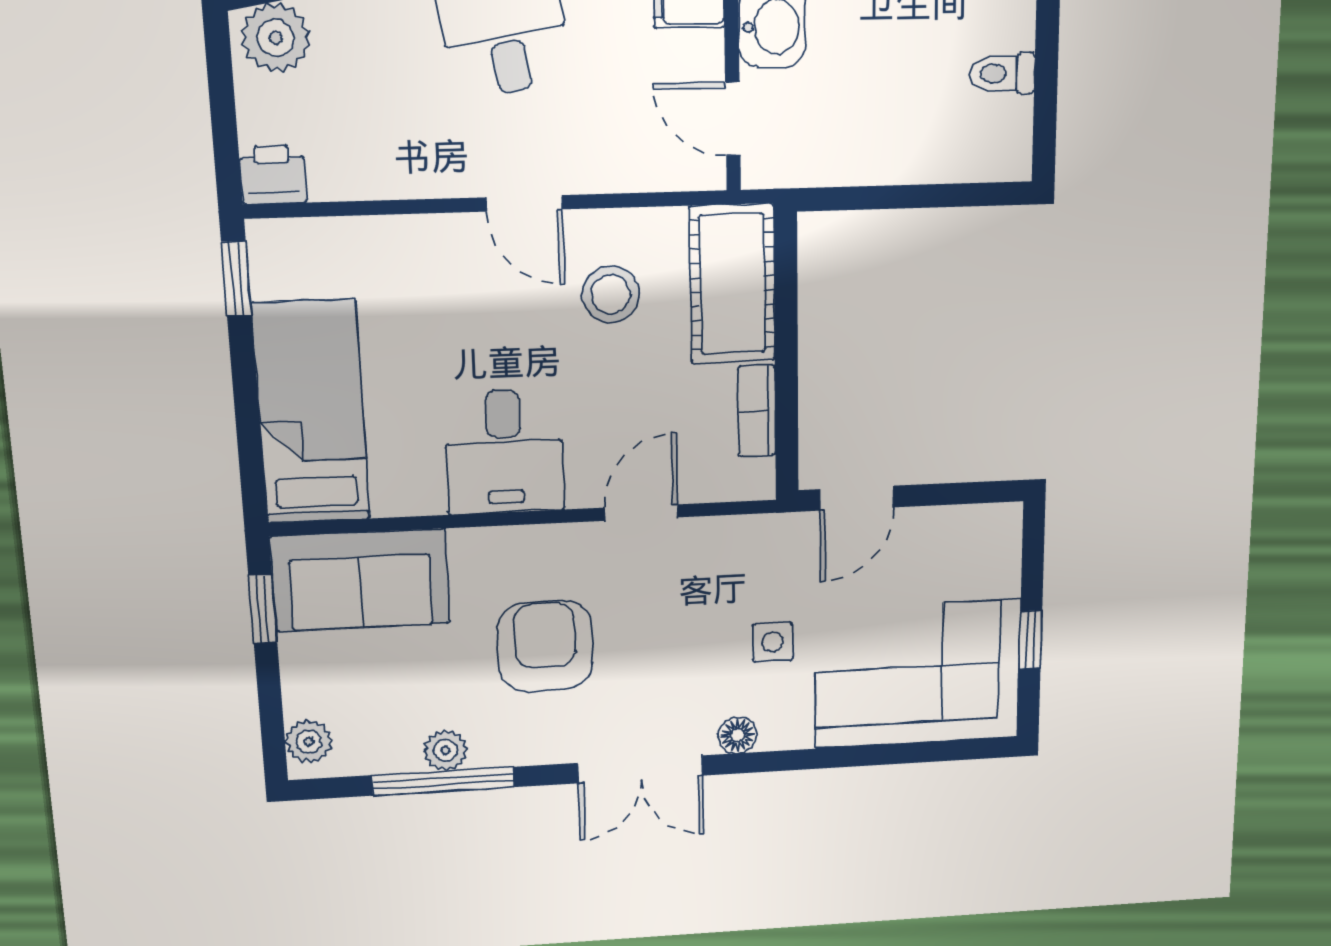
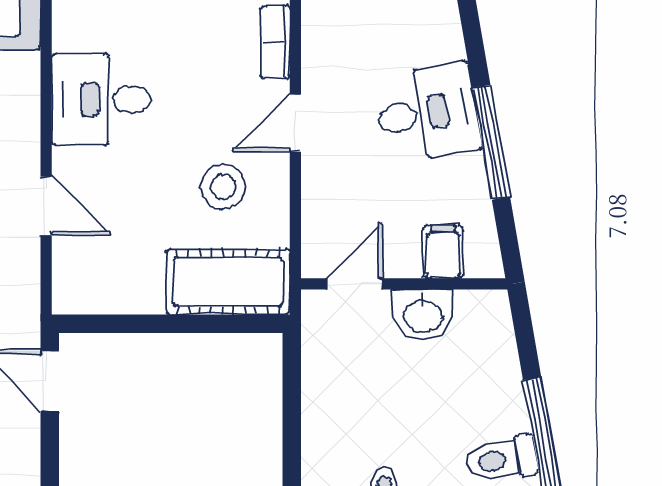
bookcase: (757, 411) -> (275, 42), moved, turned -90

